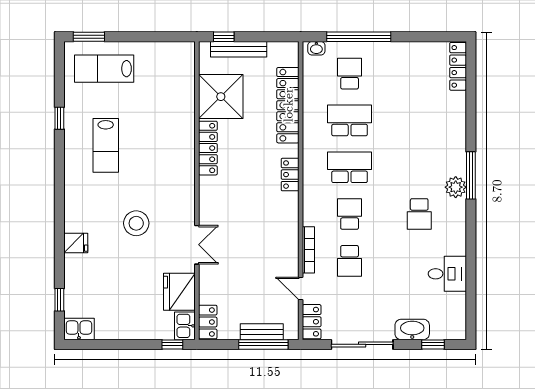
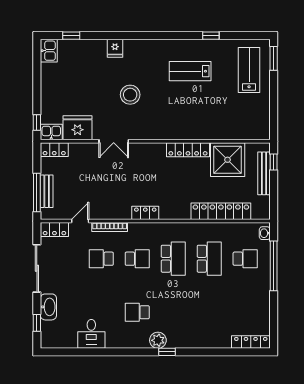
locker: (290, 175) -> (145, 213), moved
window: (471, 175) -> (167, 352), width x0.46

